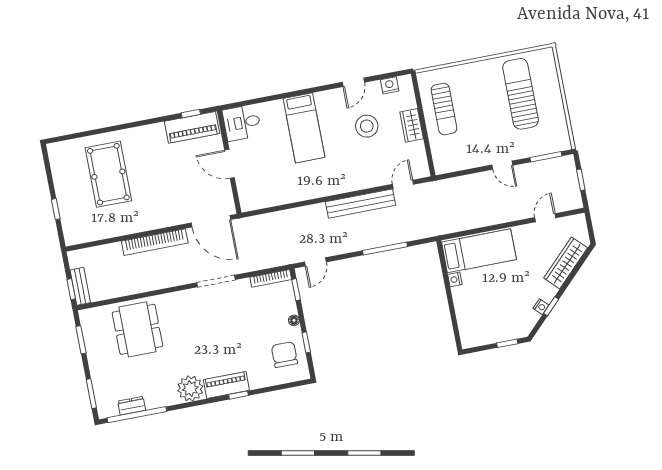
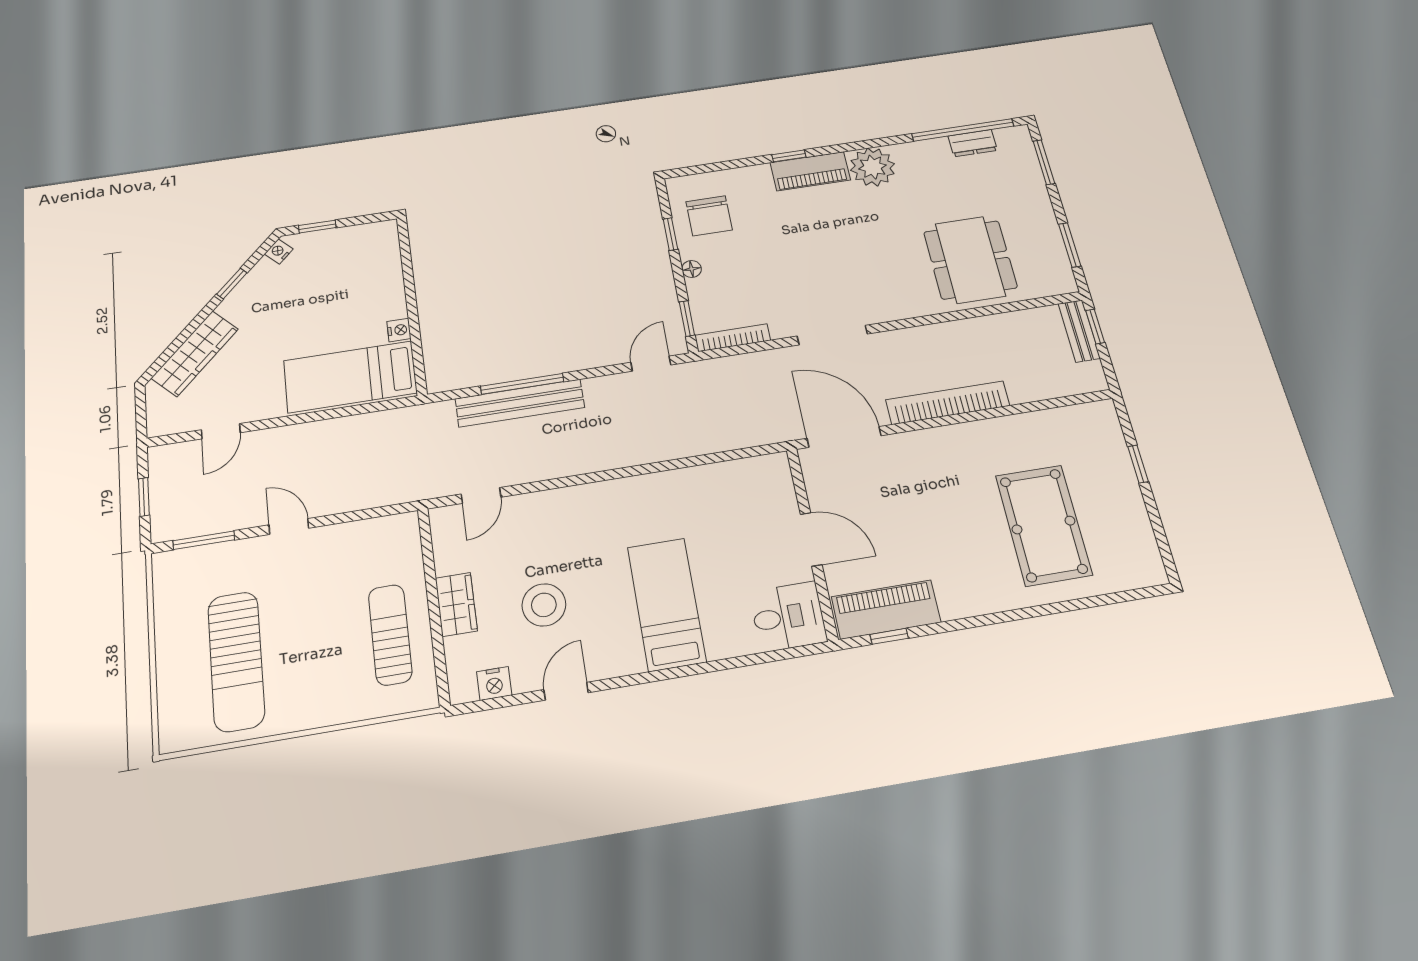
bench: (361, 204) -> (520, 403), moved
nightstand: (541, 307) -> (279, 251), moved

